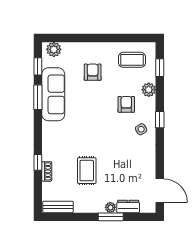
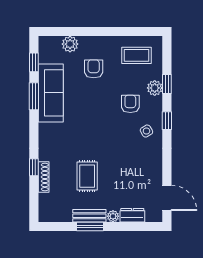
plant: (54, 49) -> (70, 44), moved
window: (160, 68) -> (167, 84), moved
shoe rack: (47, 171) -> (44, 177), width x1.43
bench: (58, 207) -> (89, 216), moved
window: (111, 217) -> (90, 227), moved

